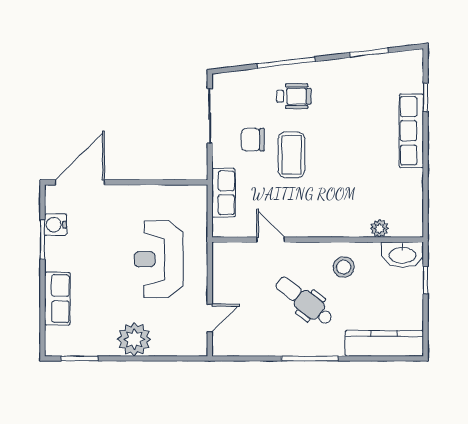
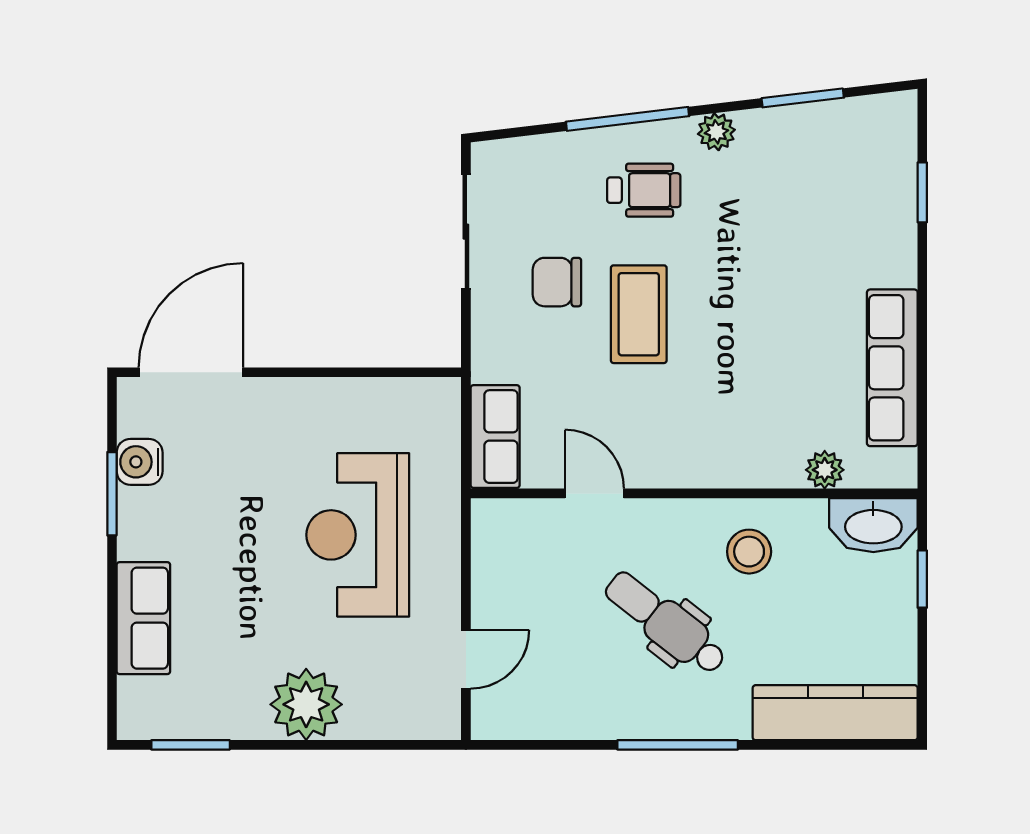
plant: (328, 69) -> (716, 132), added
row of seats: (411, 131) -> (892, 368), moved
row of seats: (224, 193) -> (495, 437), moved

